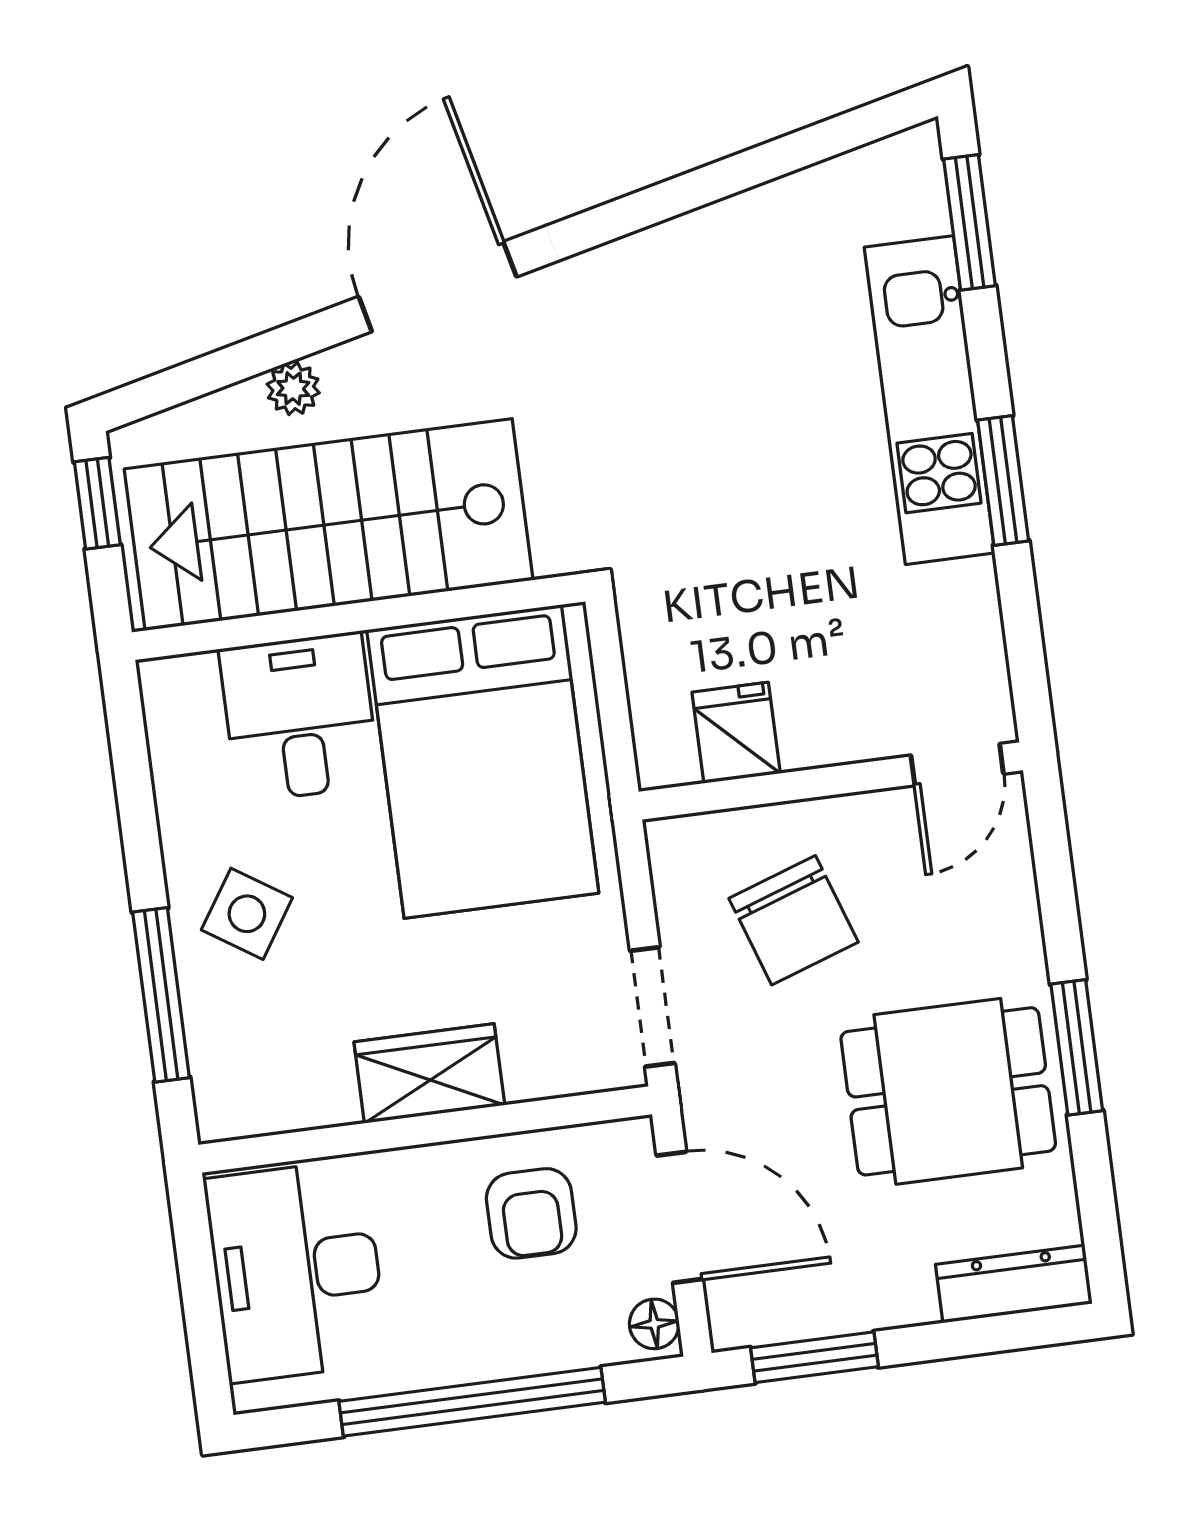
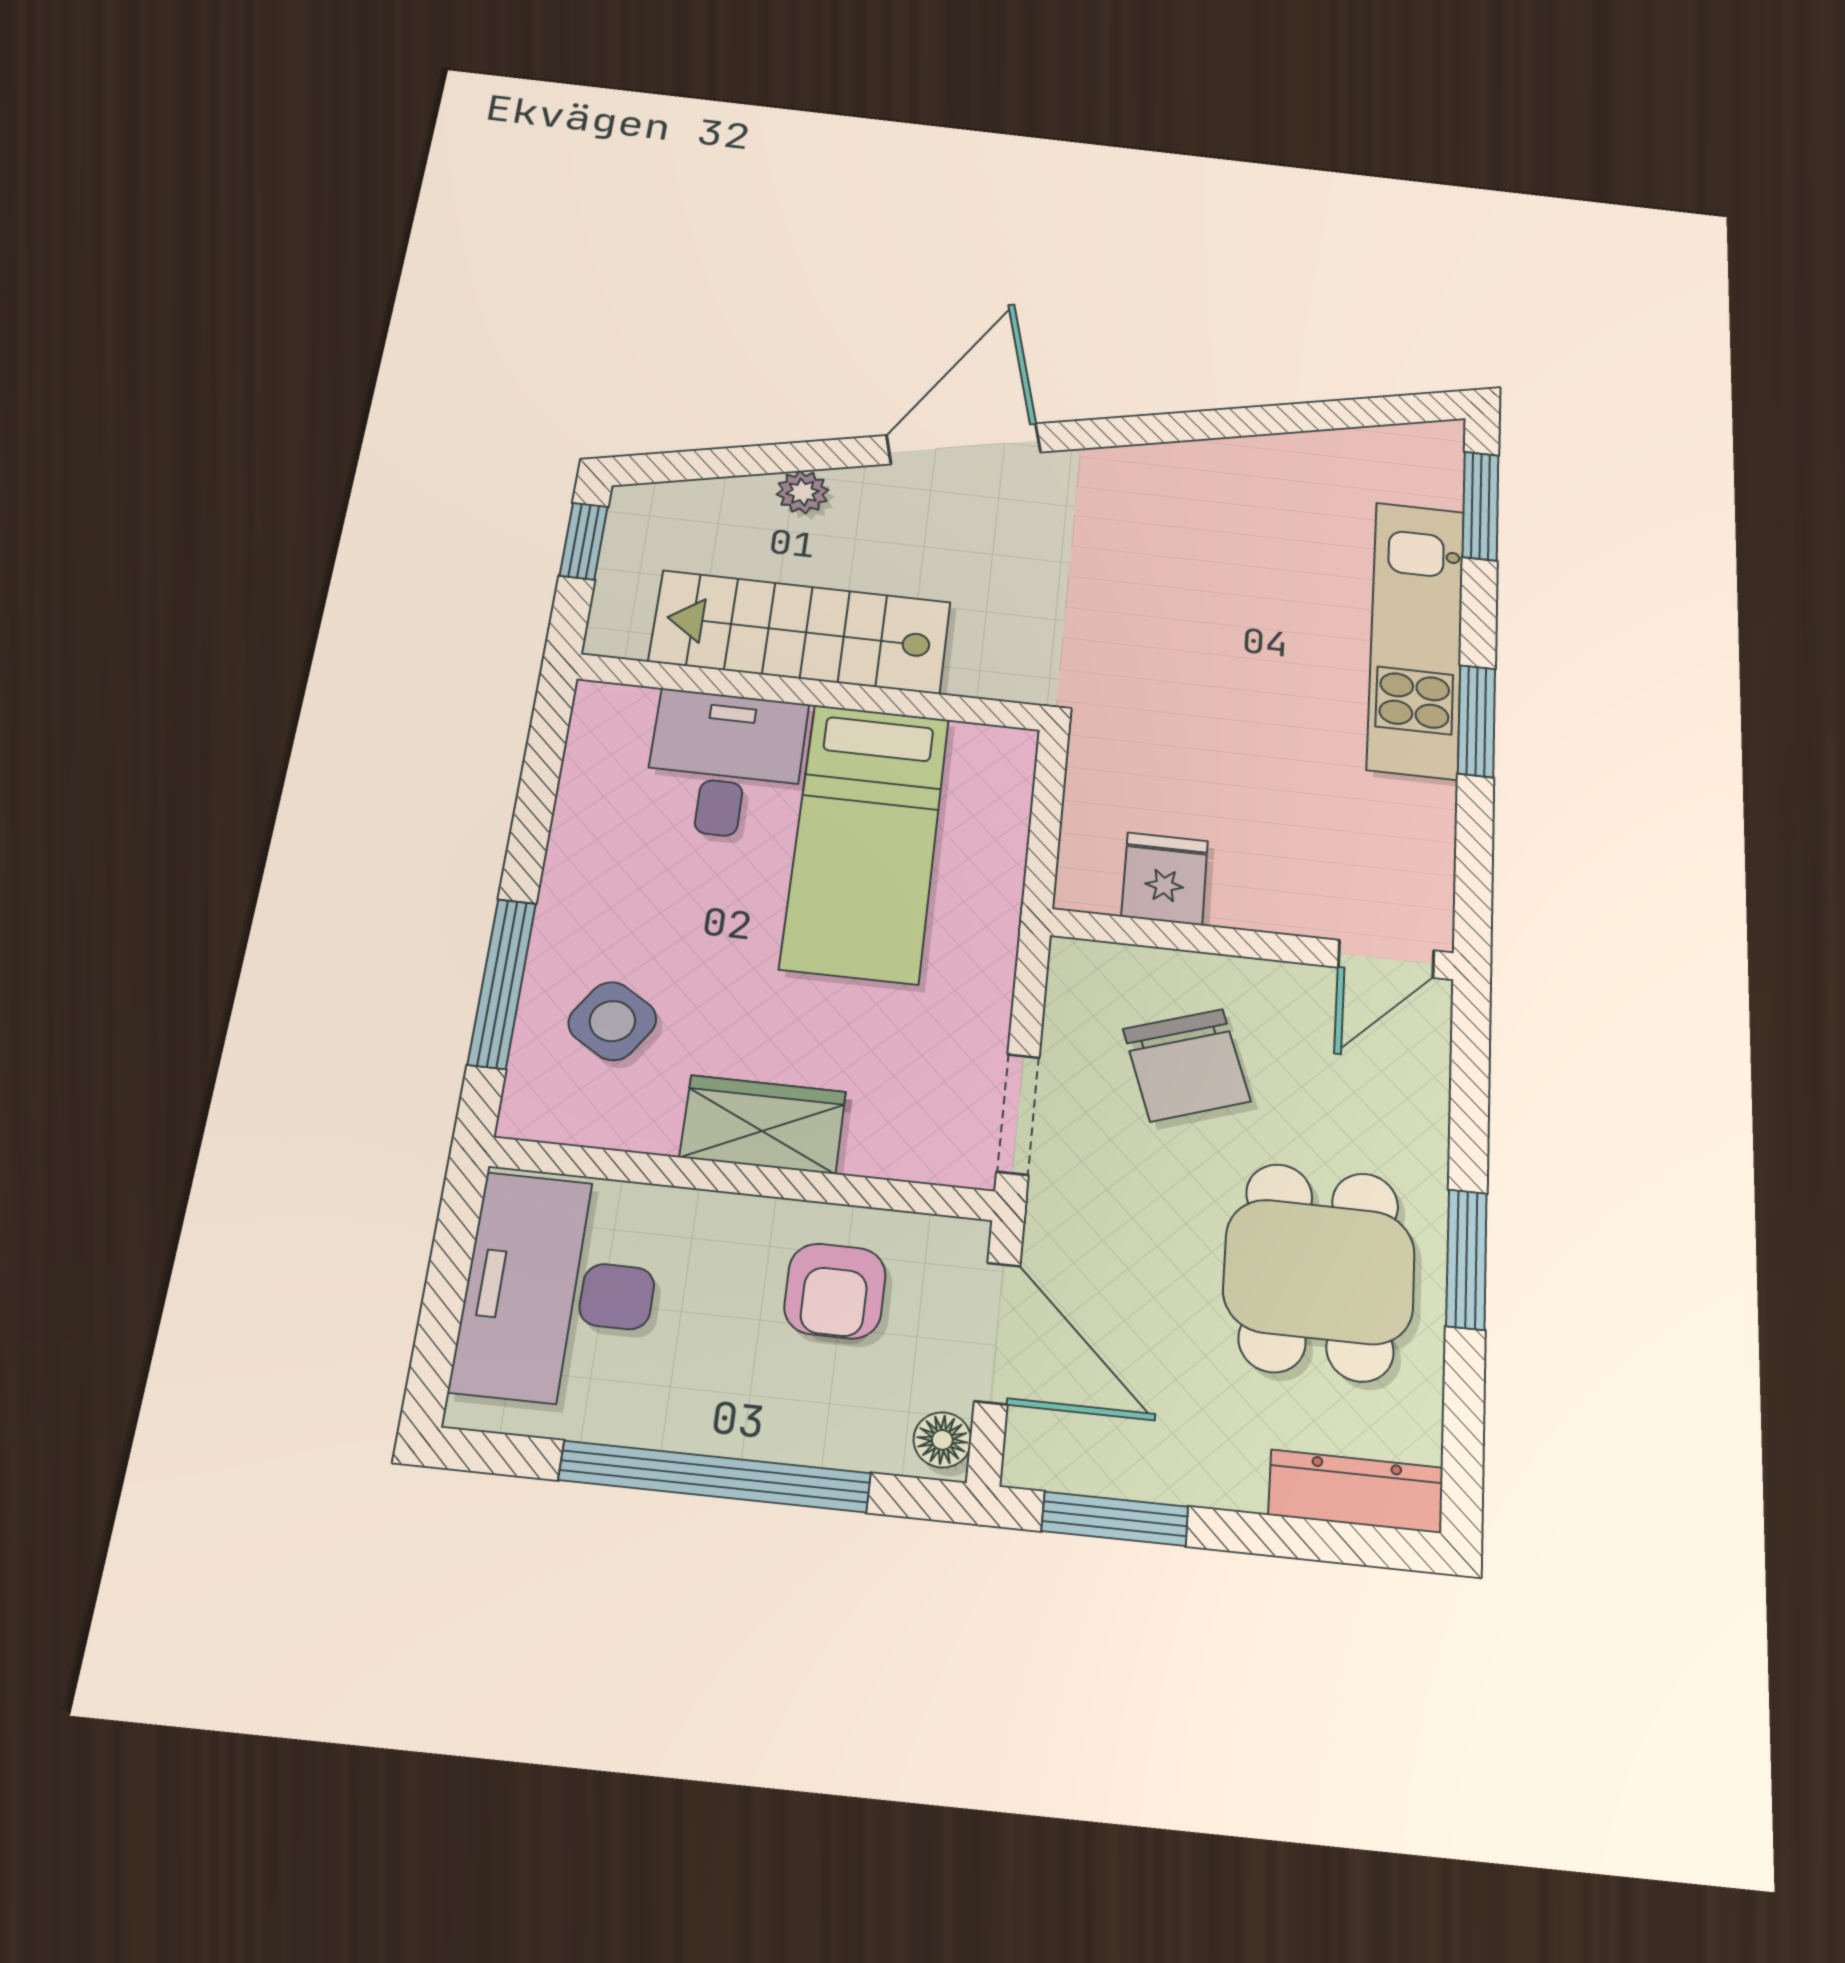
stairs: (329, 525) -> (800, 632), width x0.73, depth x0.66
bed: (483, 762) -> (865, 842), width x0.67
side table: (247, 914) -> (612, 1021), moved
dining table: (948, 1091) -> (1319, 1272), turned 90

